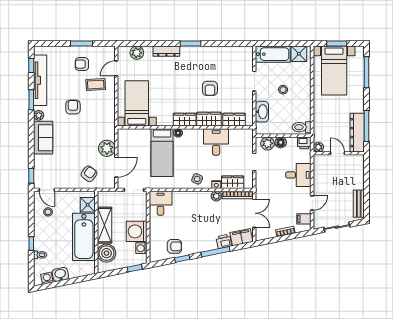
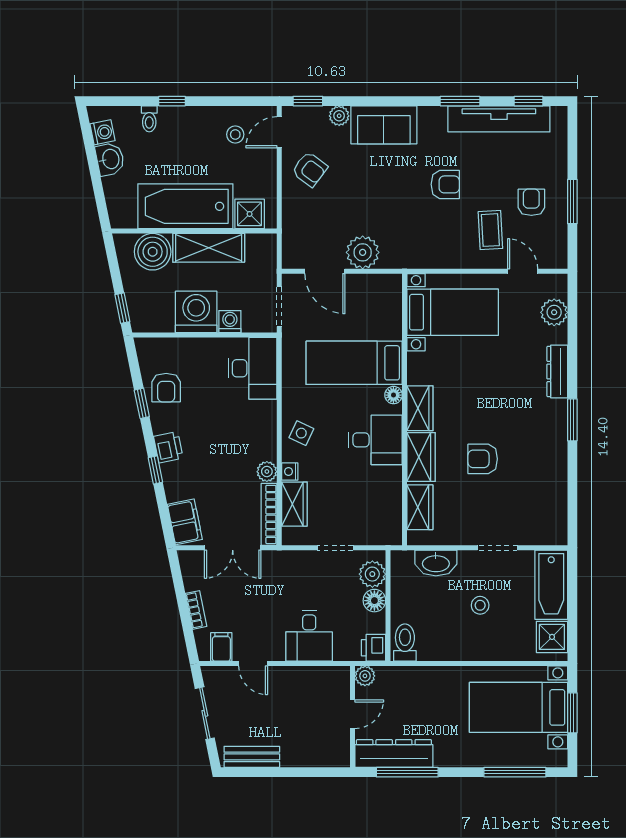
plant: (39, 115) -> (339, 116), moved
desk: (216, 142) -> (375, 440), moved
armchair: (89, 174) -> (310, 169), moved
desk: (161, 203) -> (253, 368), width x1.37
printer: (224, 241) -> (168, 447), moved
washing machine: (141, 248) -> (230, 322), moved
window: (215, 252) -> (155, 470), width x0.46

